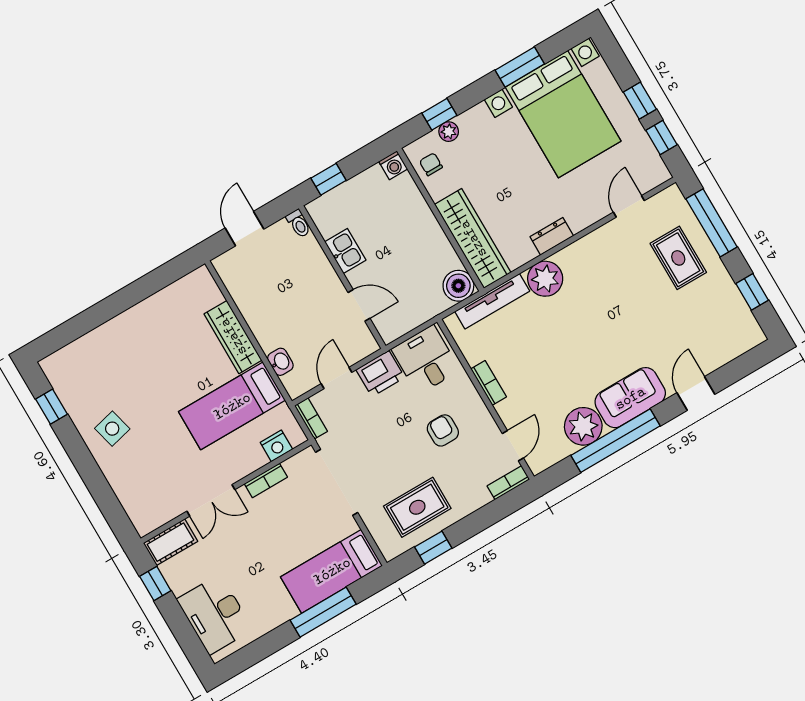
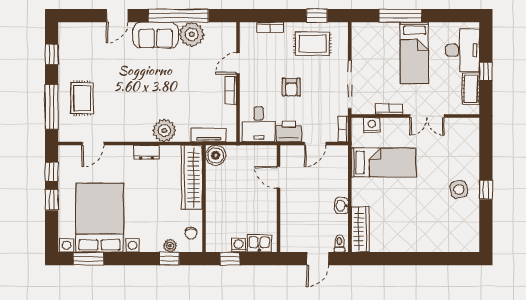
window: (520, 67) -> (88, 259), moved
washing machine: (393, 165) -> (239, 245), moved
window: (329, 179) -> (230, 259), moved
toilet: (299, 224) -> (339, 244), moved
kitchen sink: (345, 251) -> (259, 243), moved, turned 90
tv unit: (492, 301) -> (209, 135), width x0.71
wardrobe: (233, 337) -> (360, 229), moved
washbasin: (280, 362) -> (342, 206), moved
window: (52, 407) -> (486, 190), moved
armchair: (443, 430) -> (291, 87), moved
door: (513, 446) -> (238, 63), moved
bookcase: (508, 483) -> (270, 27), moved
double door: (211, 500) -> (427, 116), swing flipped
cot: (170, 542) -> (471, 89), moved, turned 90
bed: (332, 571) -> (414, 53), moved, turned 90
window: (155, 583) -> (486, 71), moved

